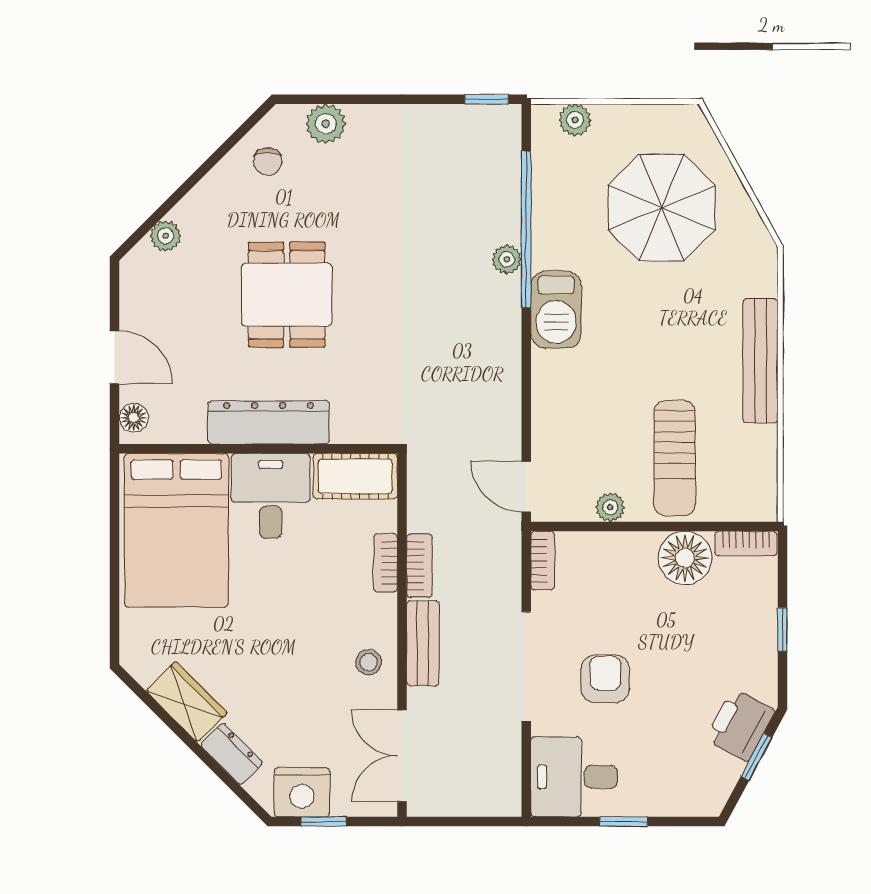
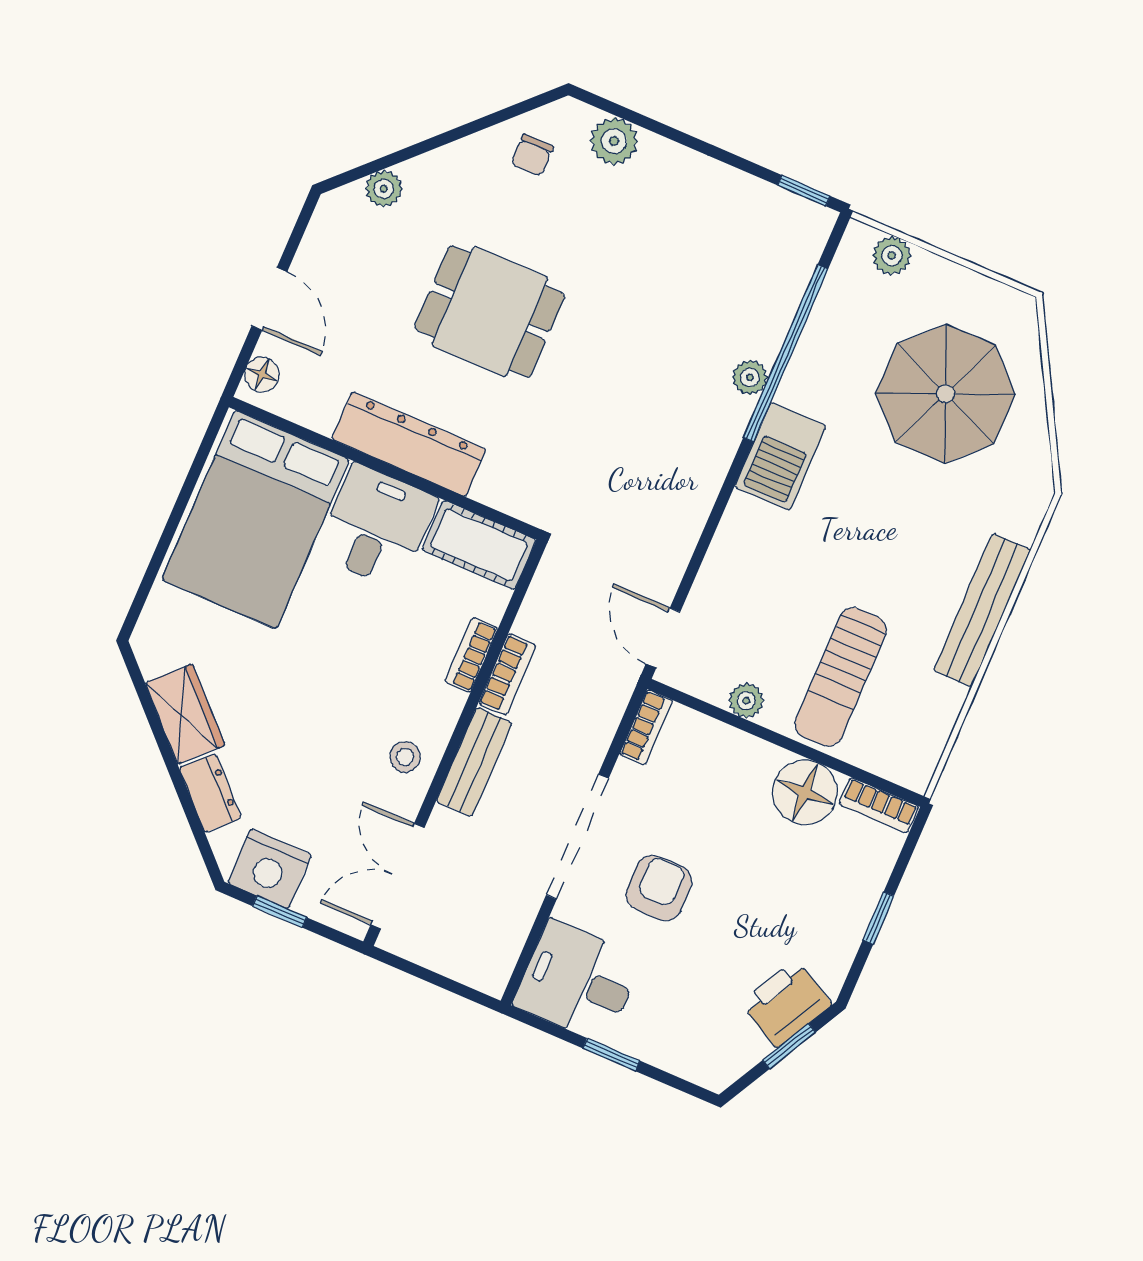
dining table: (287, 295) -> (490, 311), turned 90

